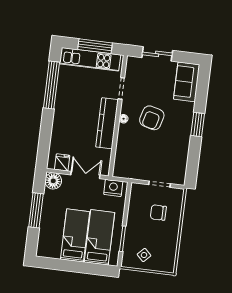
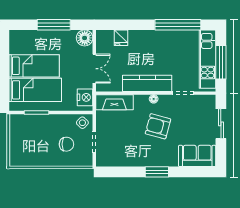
fireplace: (122, 159) -> (114, 102), added
fridge: (62, 162) -> (121, 38), moved, turned 90
chair: (158, 213) -> (66, 144), turned 90
side table: (144, 255) -> (82, 123), moved

